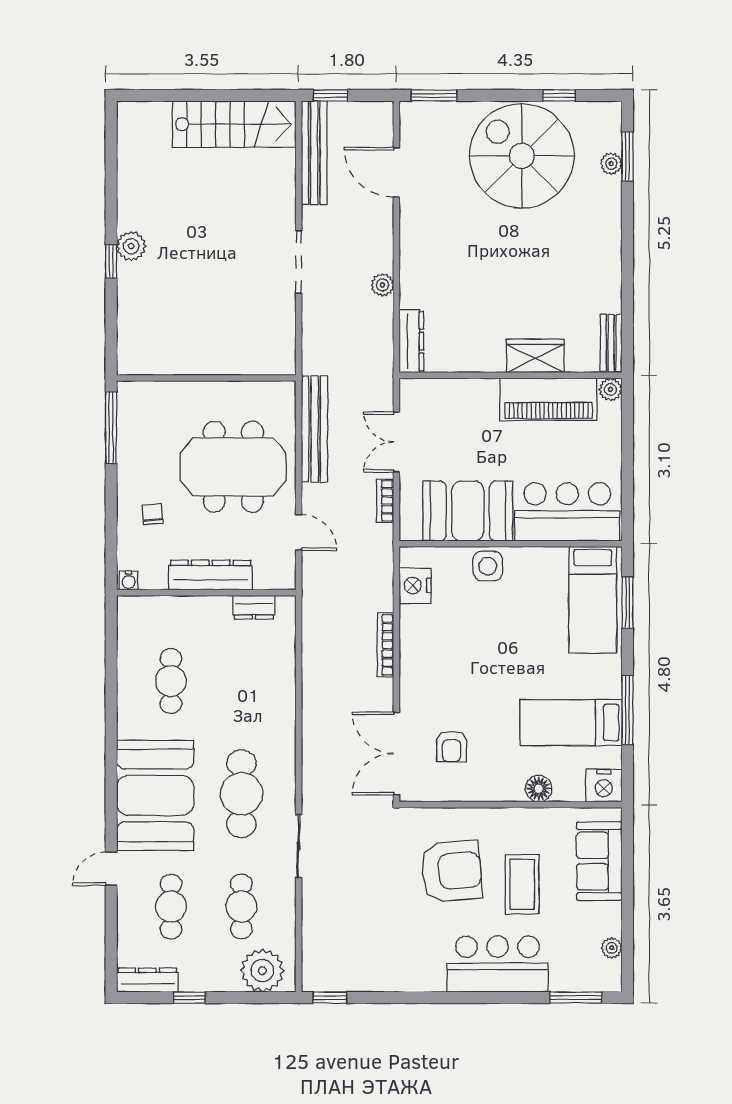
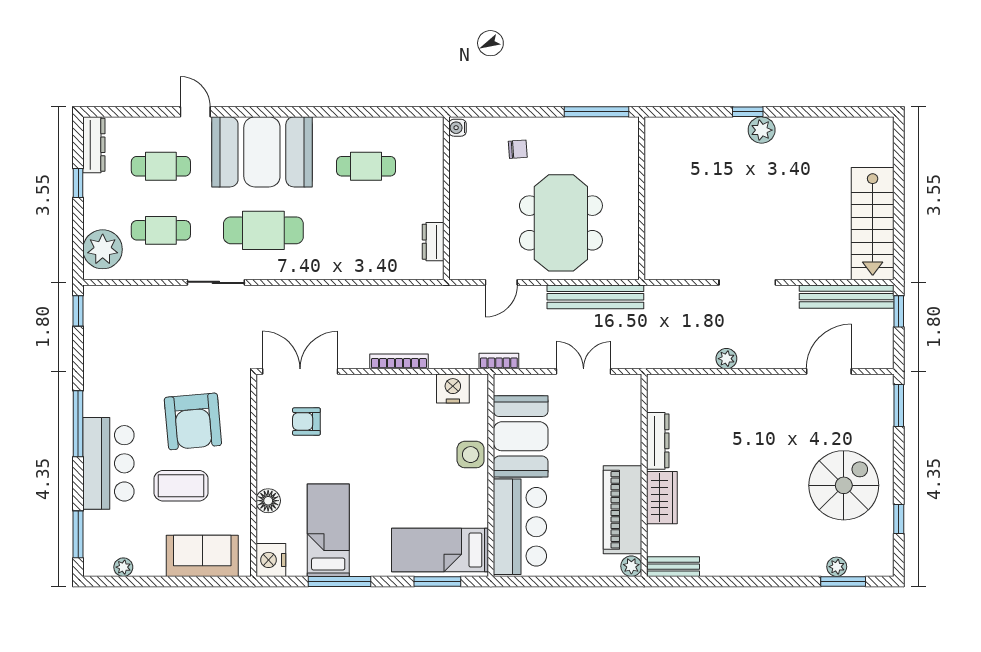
spiral stairs: (522, 156) -> (844, 485), width x0.73, depth x0.73
dresser: (411, 341) -> (658, 441), moved, turned -90
bookcase: (385, 501) -> (499, 361), moved
dresser: (211, 575) -> (462, 202), removed
window: (454, 998) -> (78, 424), added

